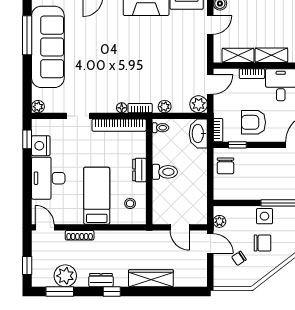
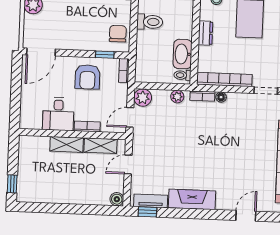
door: (210, 25) -> (128, 165), moved
armchair: (254, 122) -> (88, 77), turned 90
washbasin: (198, 134) -> (183, 54), moved, turned 180
toilet: (165, 172) -> (150, 22), moved, turned 180

